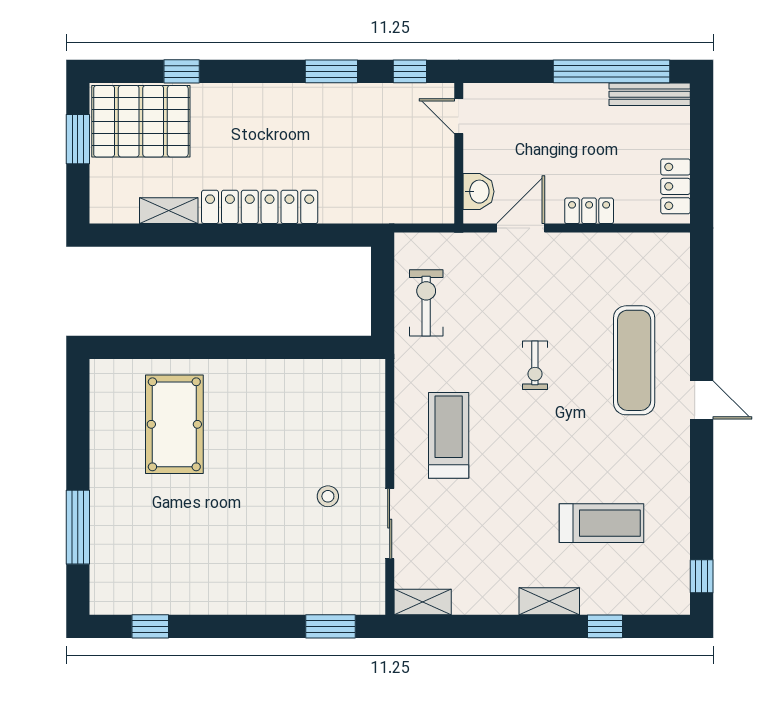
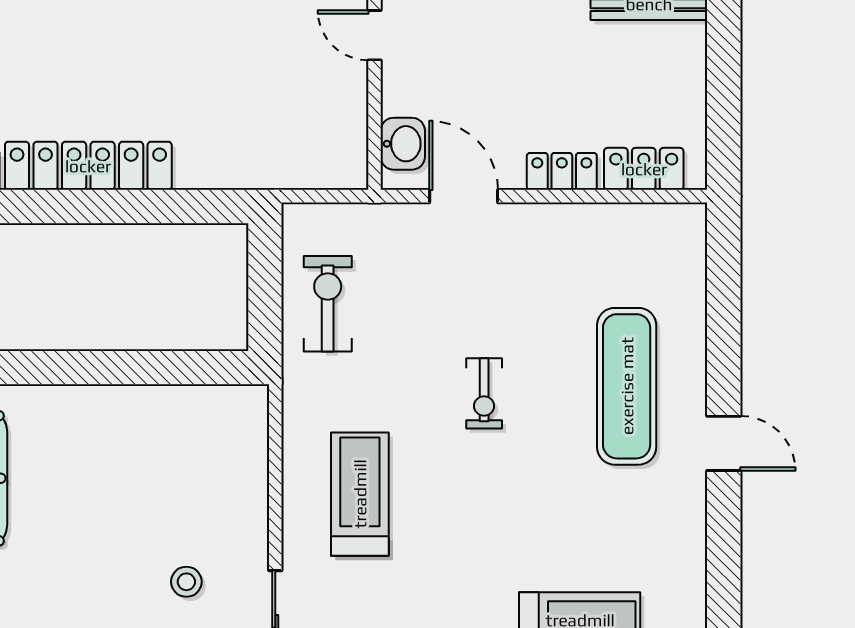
locker: (675, 186) -> (644, 169), moved, turned 90
door: (521, 228) -> (464, 196), hinge flipped

